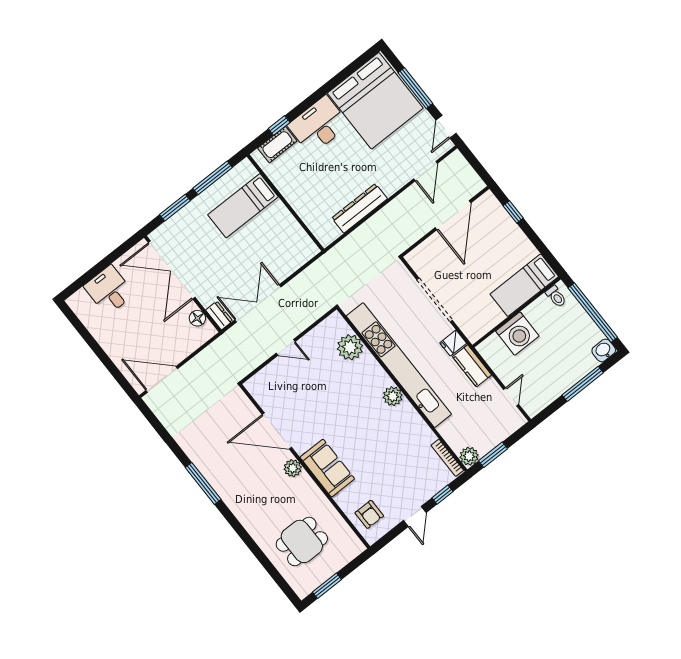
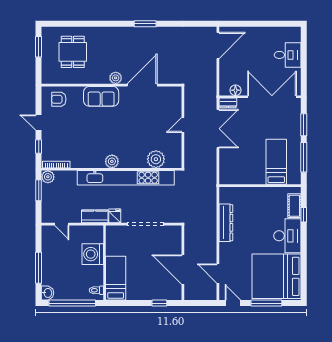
window: (203, 483) -> (145, 24), width x0.69

